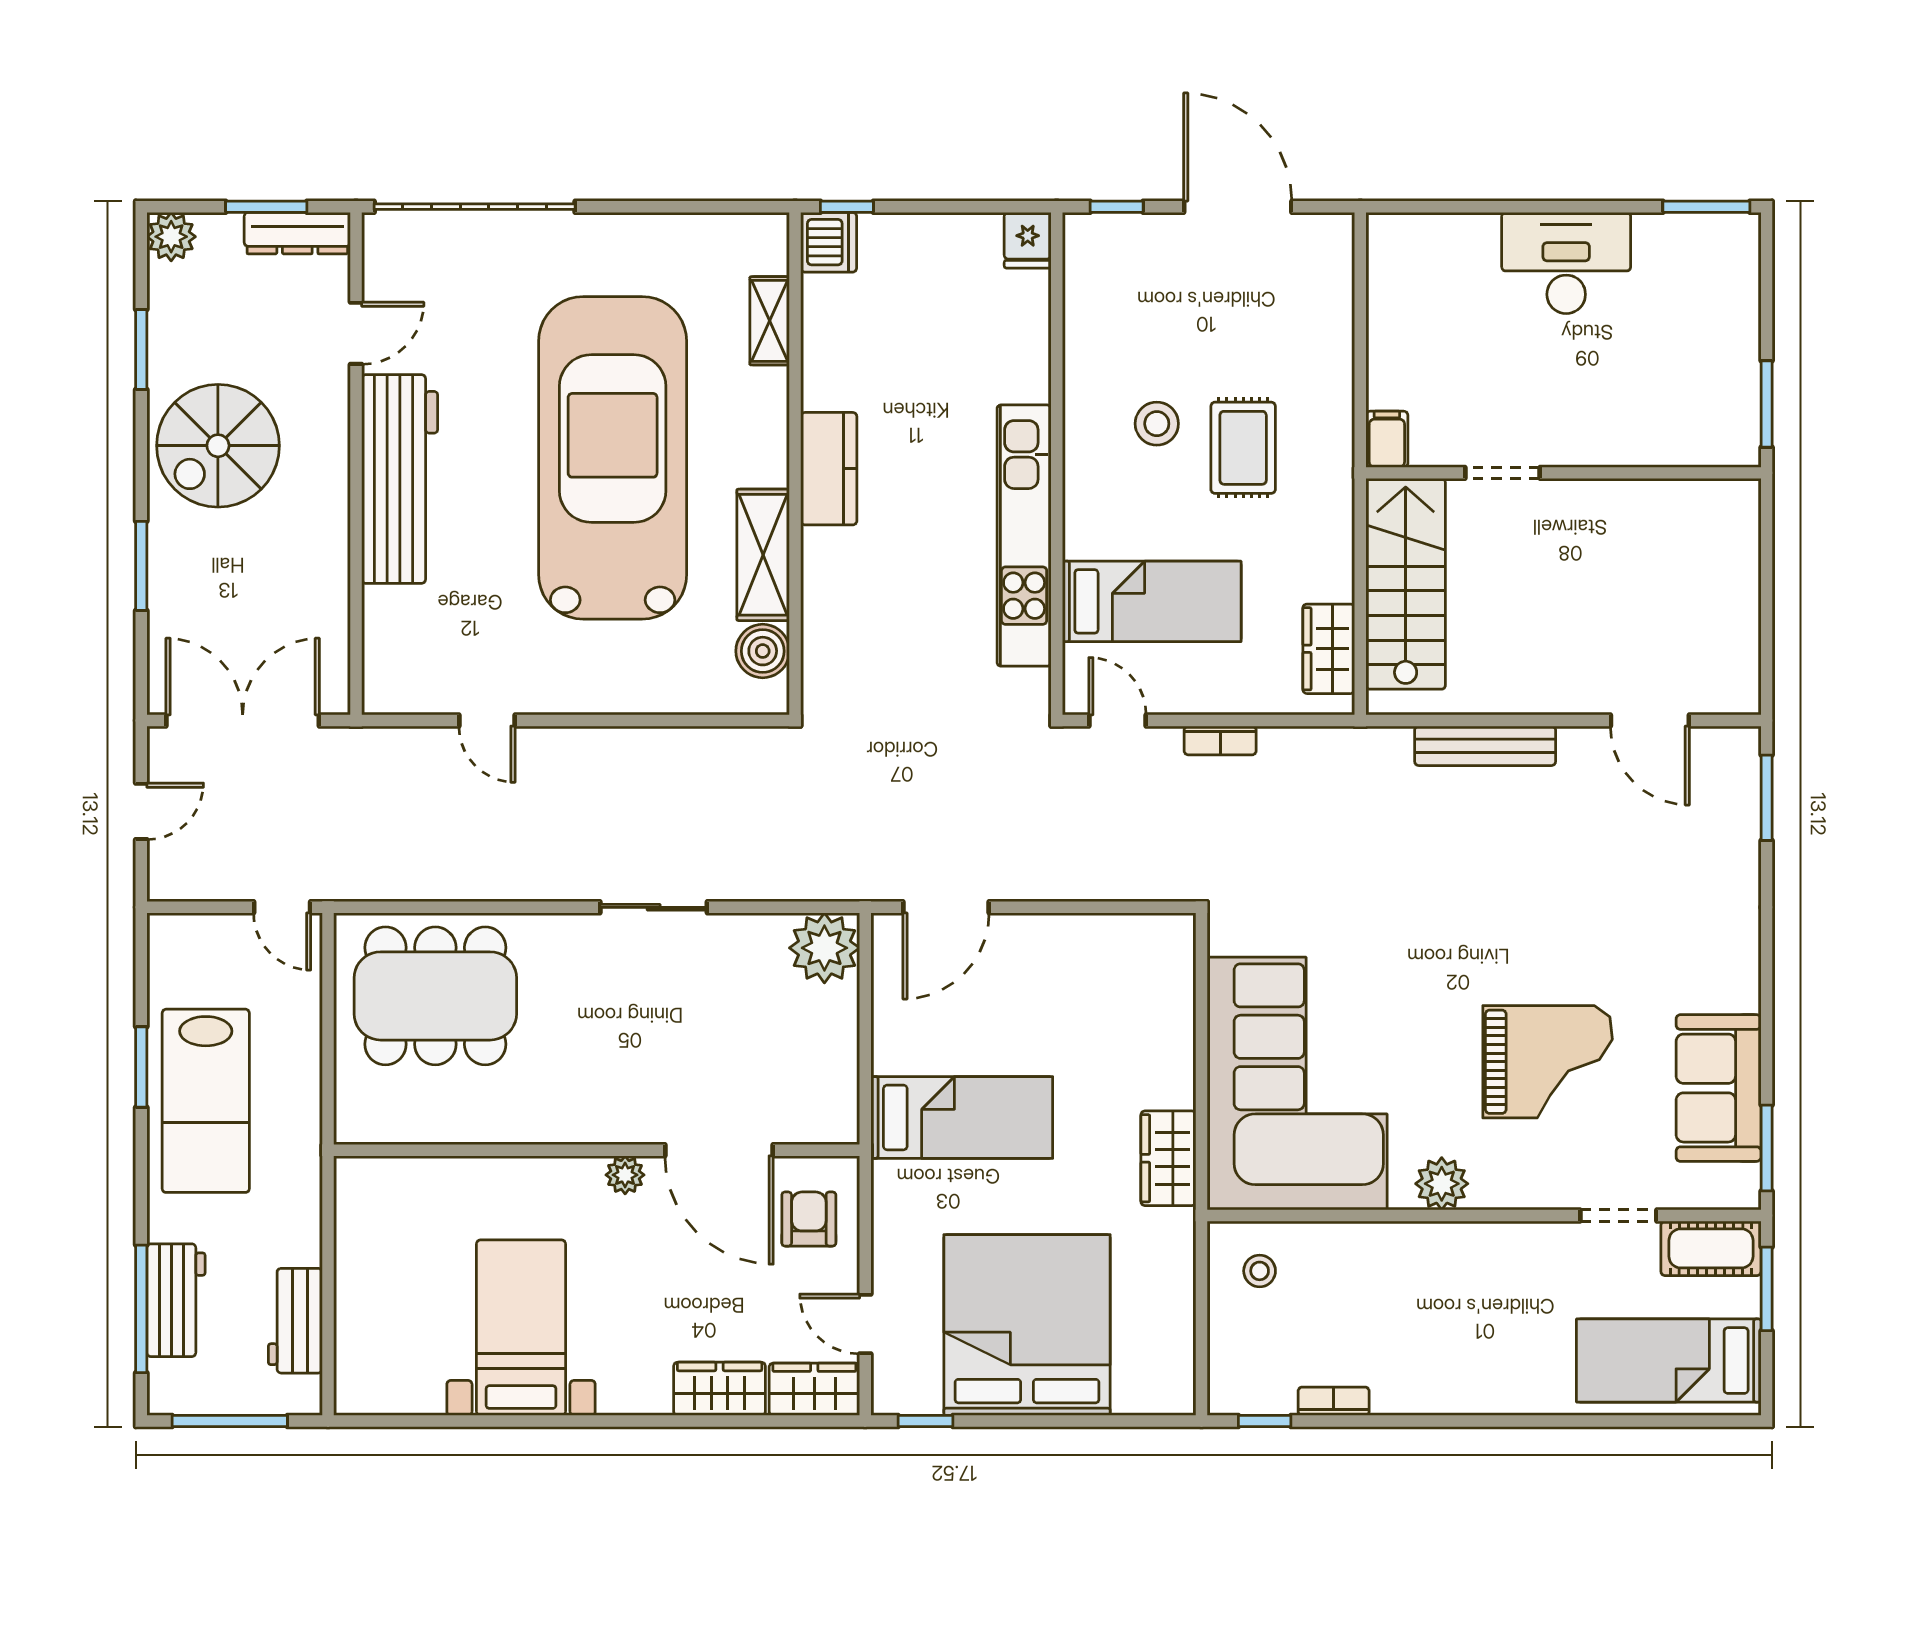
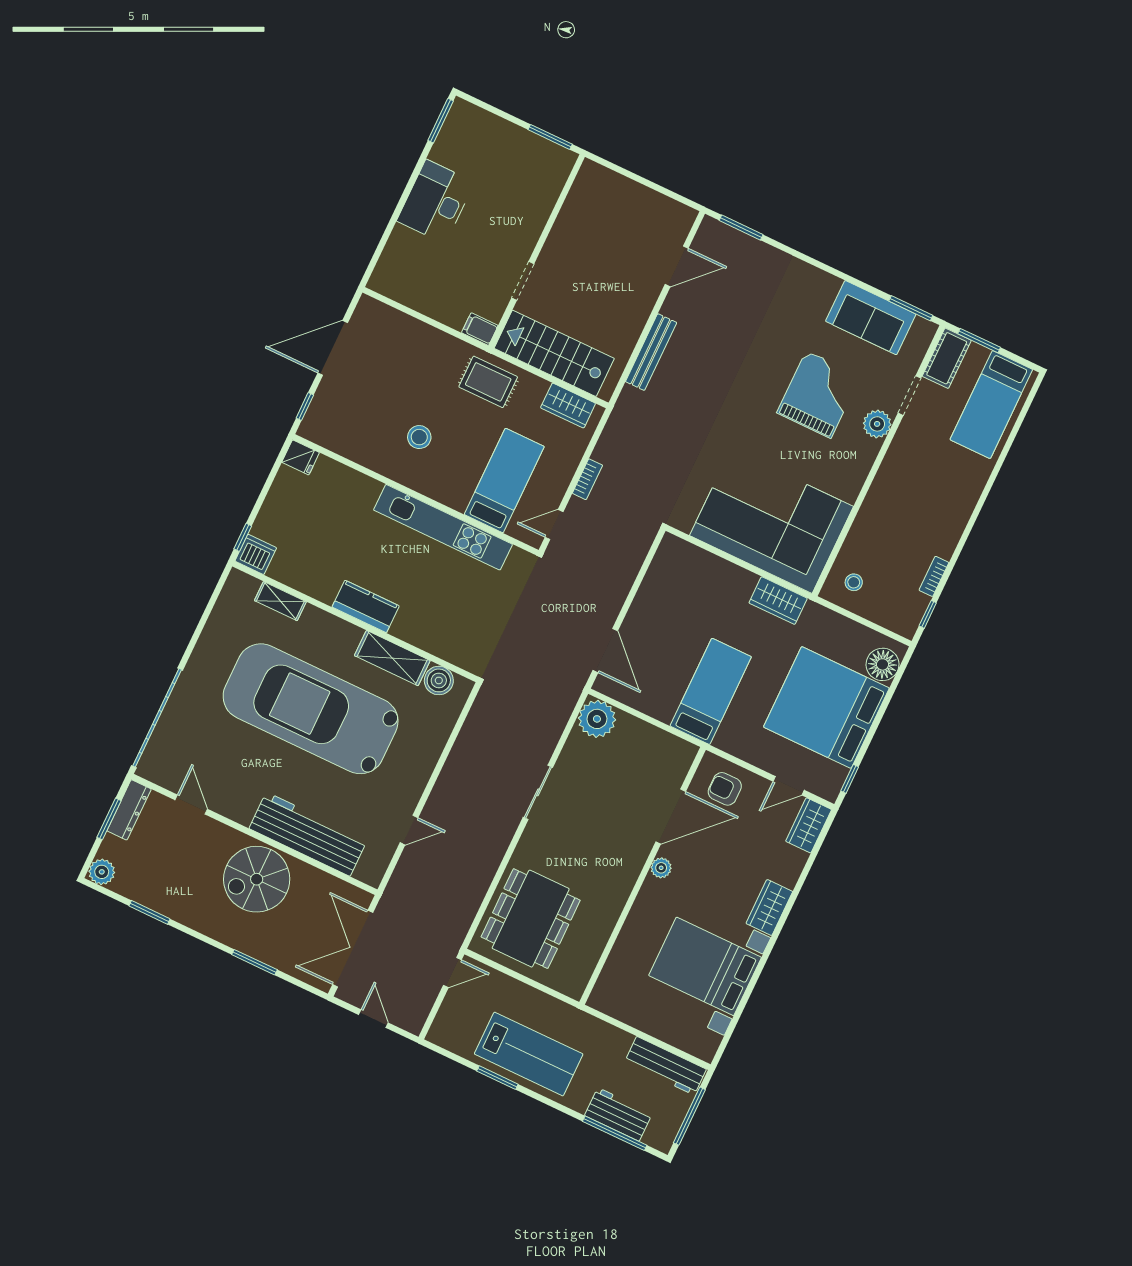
spiral stairs: (218, 446) -> (257, 879), moved, turned 90
rug: (1243, 448) -> (488, 382), moved
workbench: (400, 479) -> (308, 834), moved
plant: (1442, 1184) -> (877, 424), moved
workbench: (295, 1321) -> (665, 1066), width x1.38
bed with nightstands: (521, 1328) -> (705, 966), width x1.36
floor lamp: (1144, 1385) -> (883, 664), added
wardrobe: (720, 1389) -> (769, 907), moved

